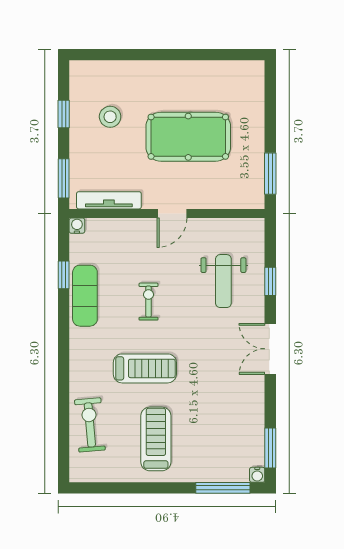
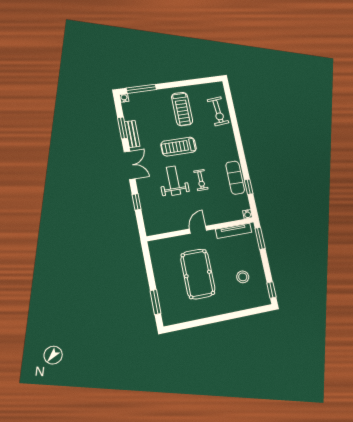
window: (64, 114) -> (271, 290), moved
pool table: (188, 137) -> (198, 274), turned 90
window: (270, 174) -> (156, 302), moved
weight bench: (223, 281) -> (174, 181), moved
treadmill: (145, 368) -> (179, 147), moved
bench: (255, 405) -> (132, 134), added
window: (270, 448) -> (123, 128), moved

